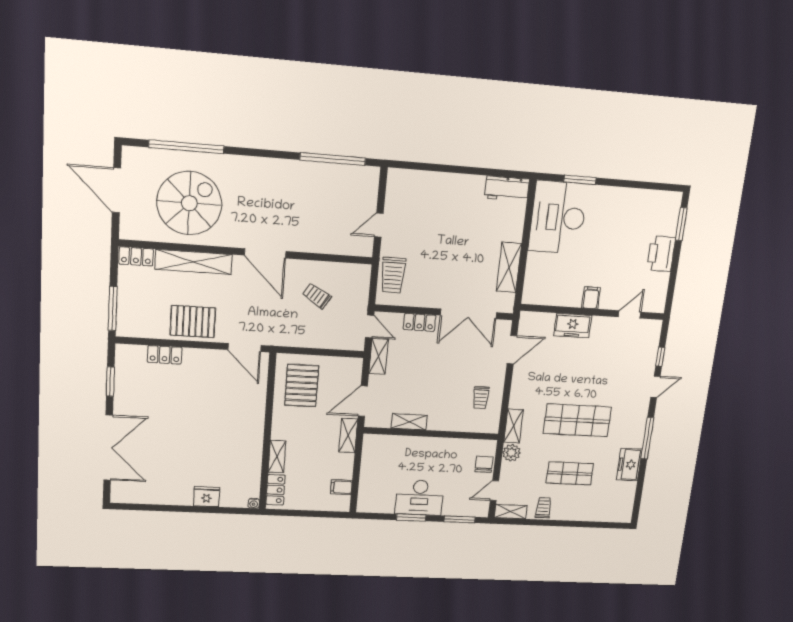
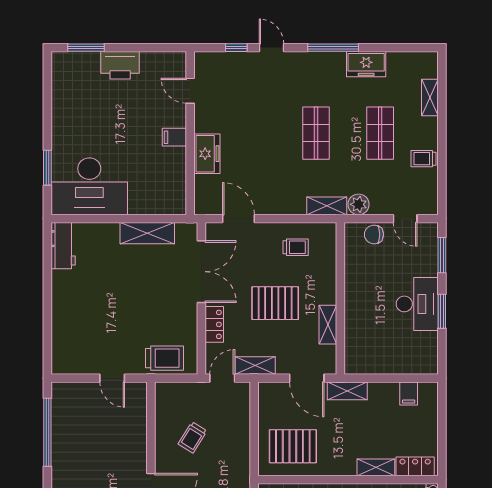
pallet: (433, 377) -> (275, 303), added
shop shelf: (577, 420) -> (316, 133), width x0.70, depth x0.74
shelving: (511, 512) -> (430, 98), moved

